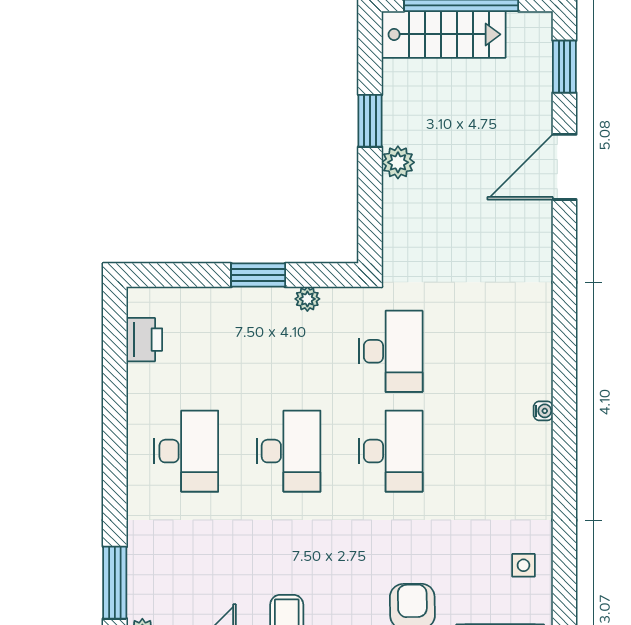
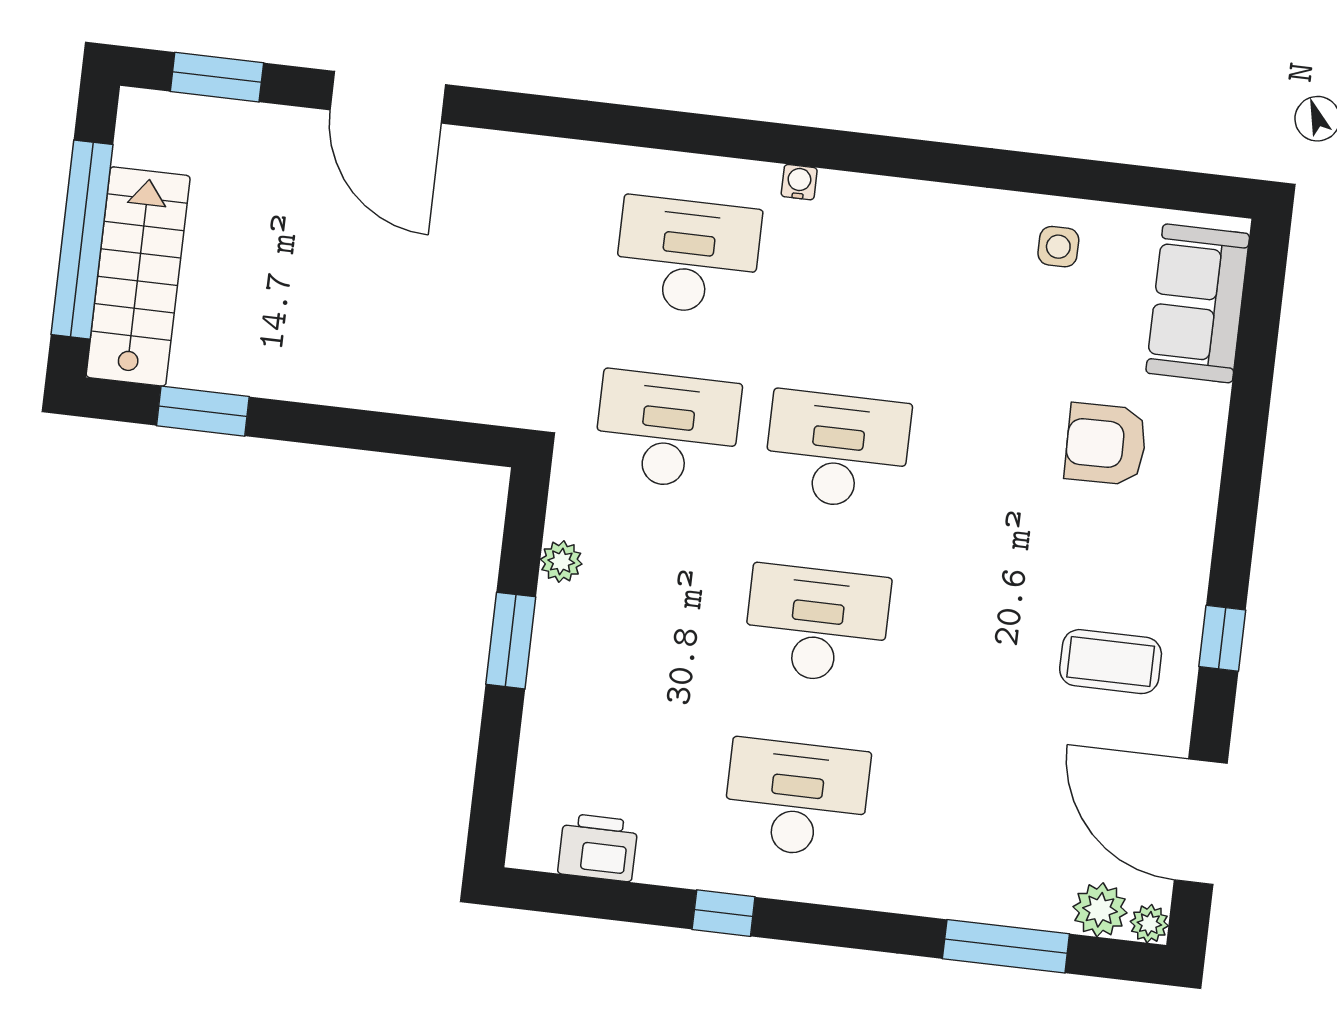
window: (370, 121) -> (203, 411), moved
plant: (398, 162) -> (347, 380), removed
desk: (493, 351) -> (688, 256), added
window: (115, 417) -> (724, 913), added

